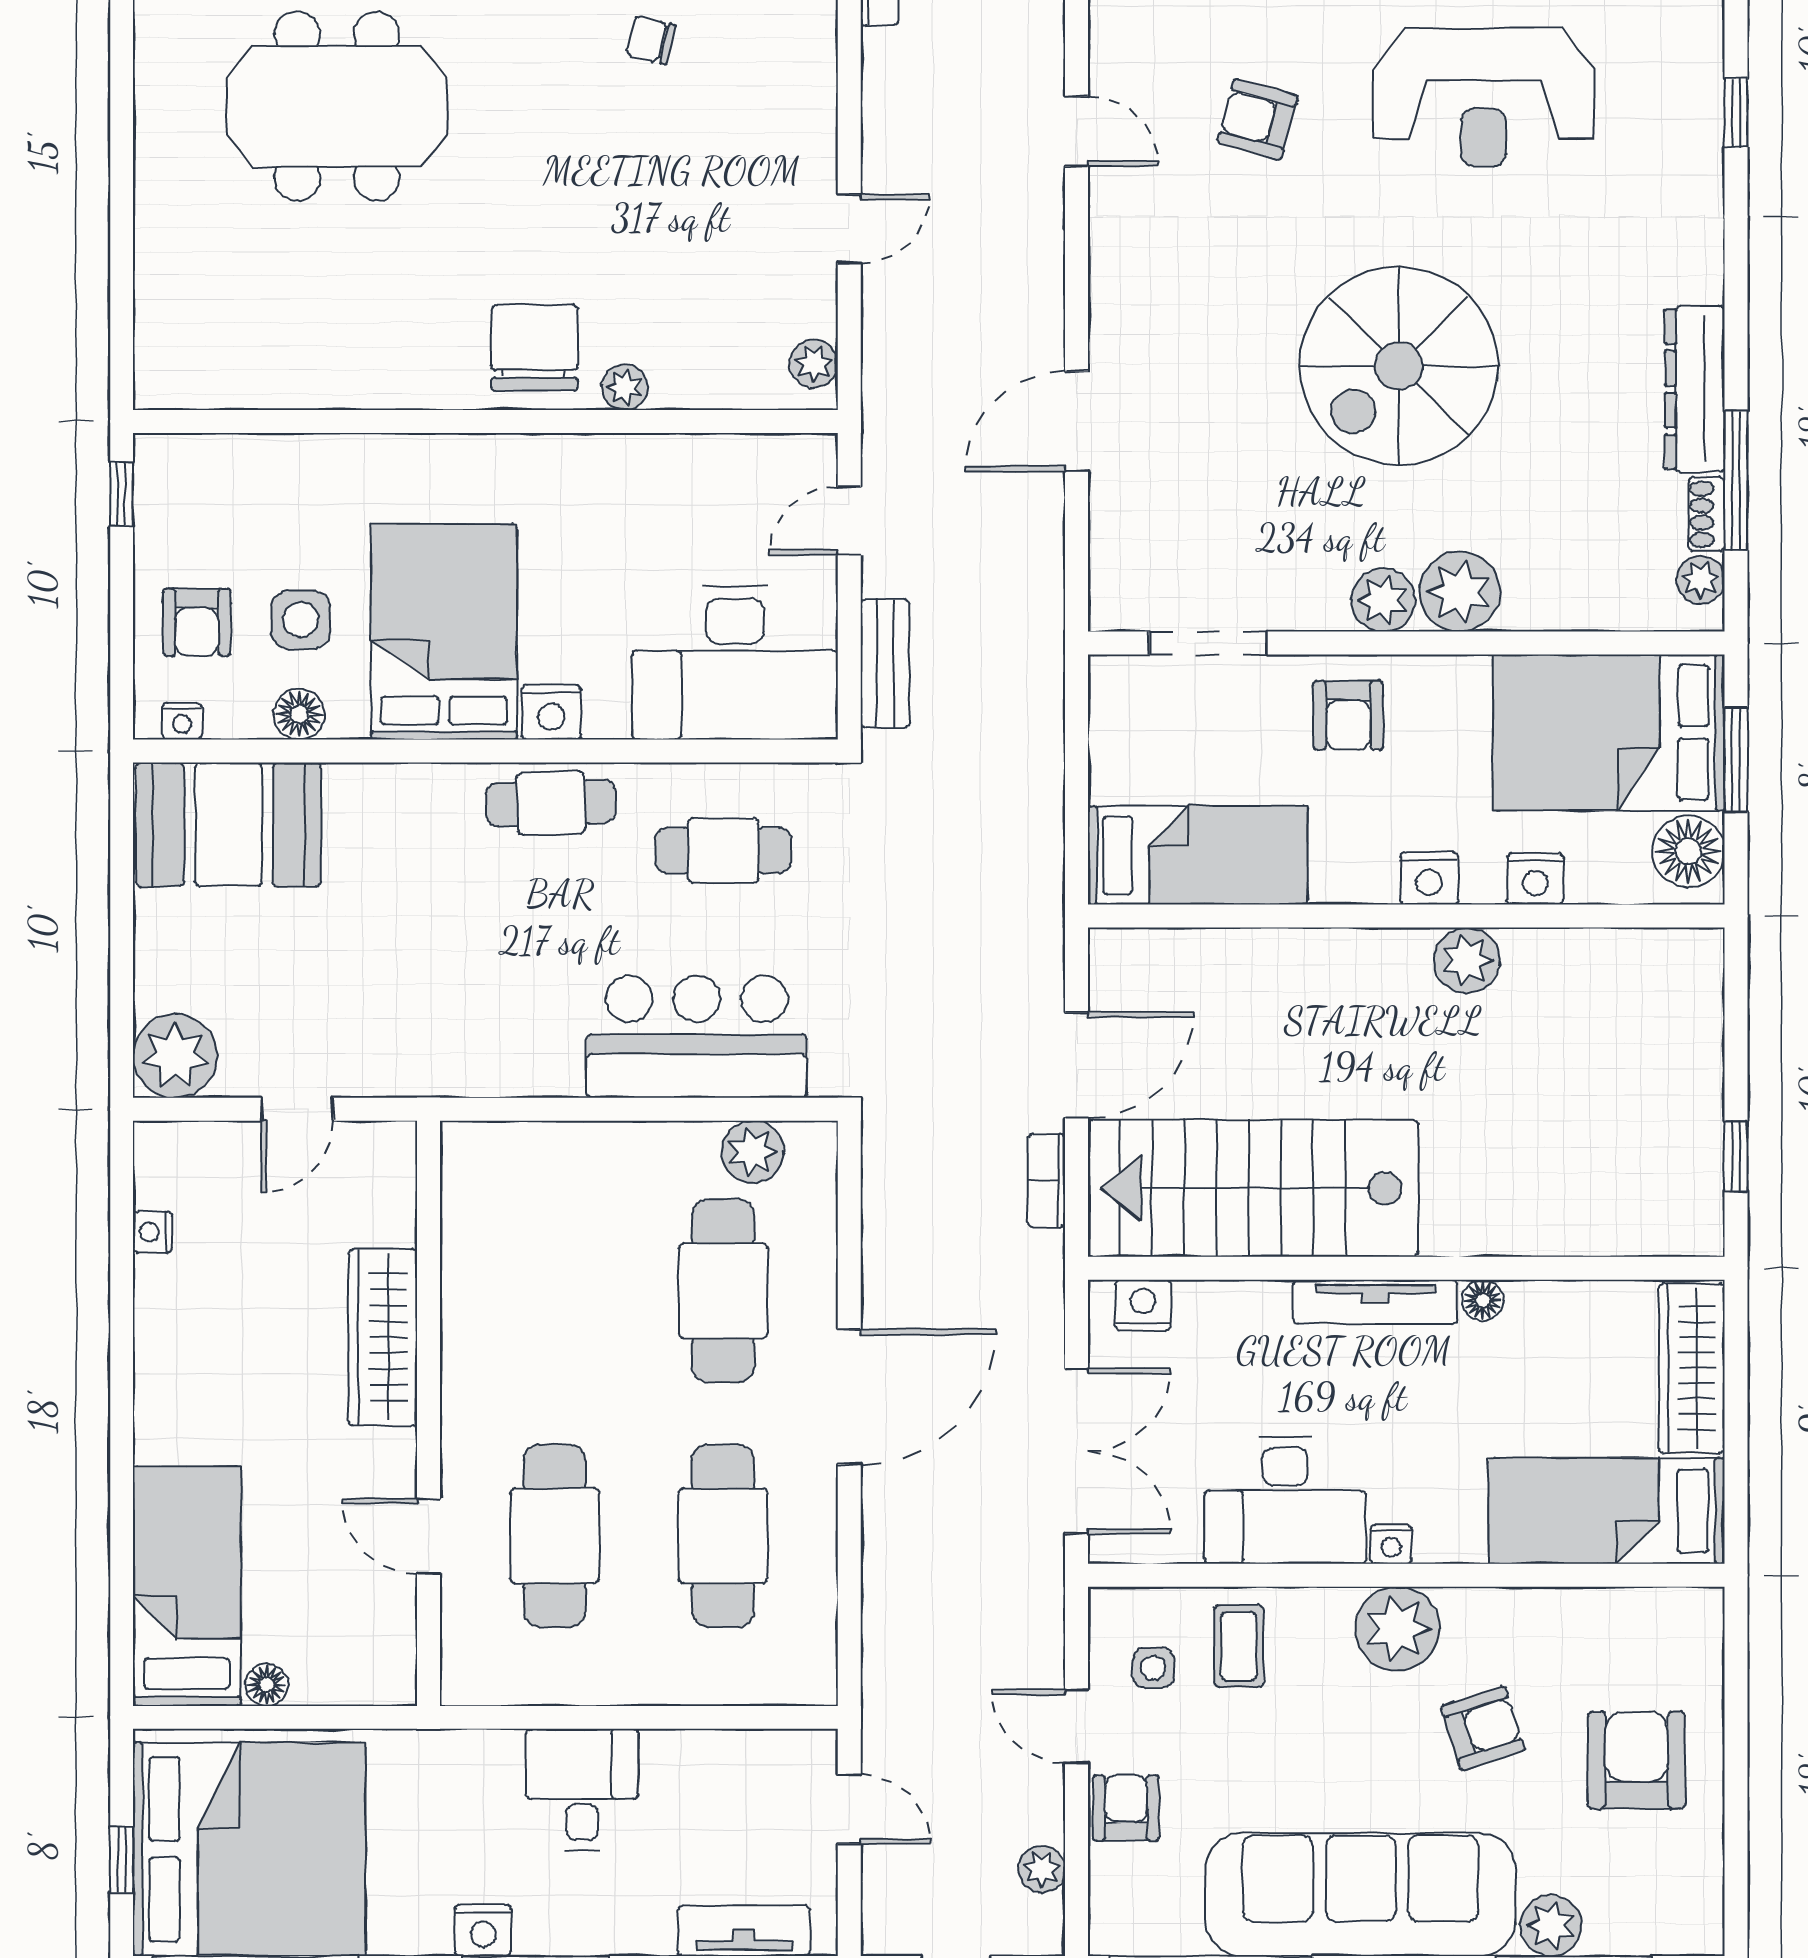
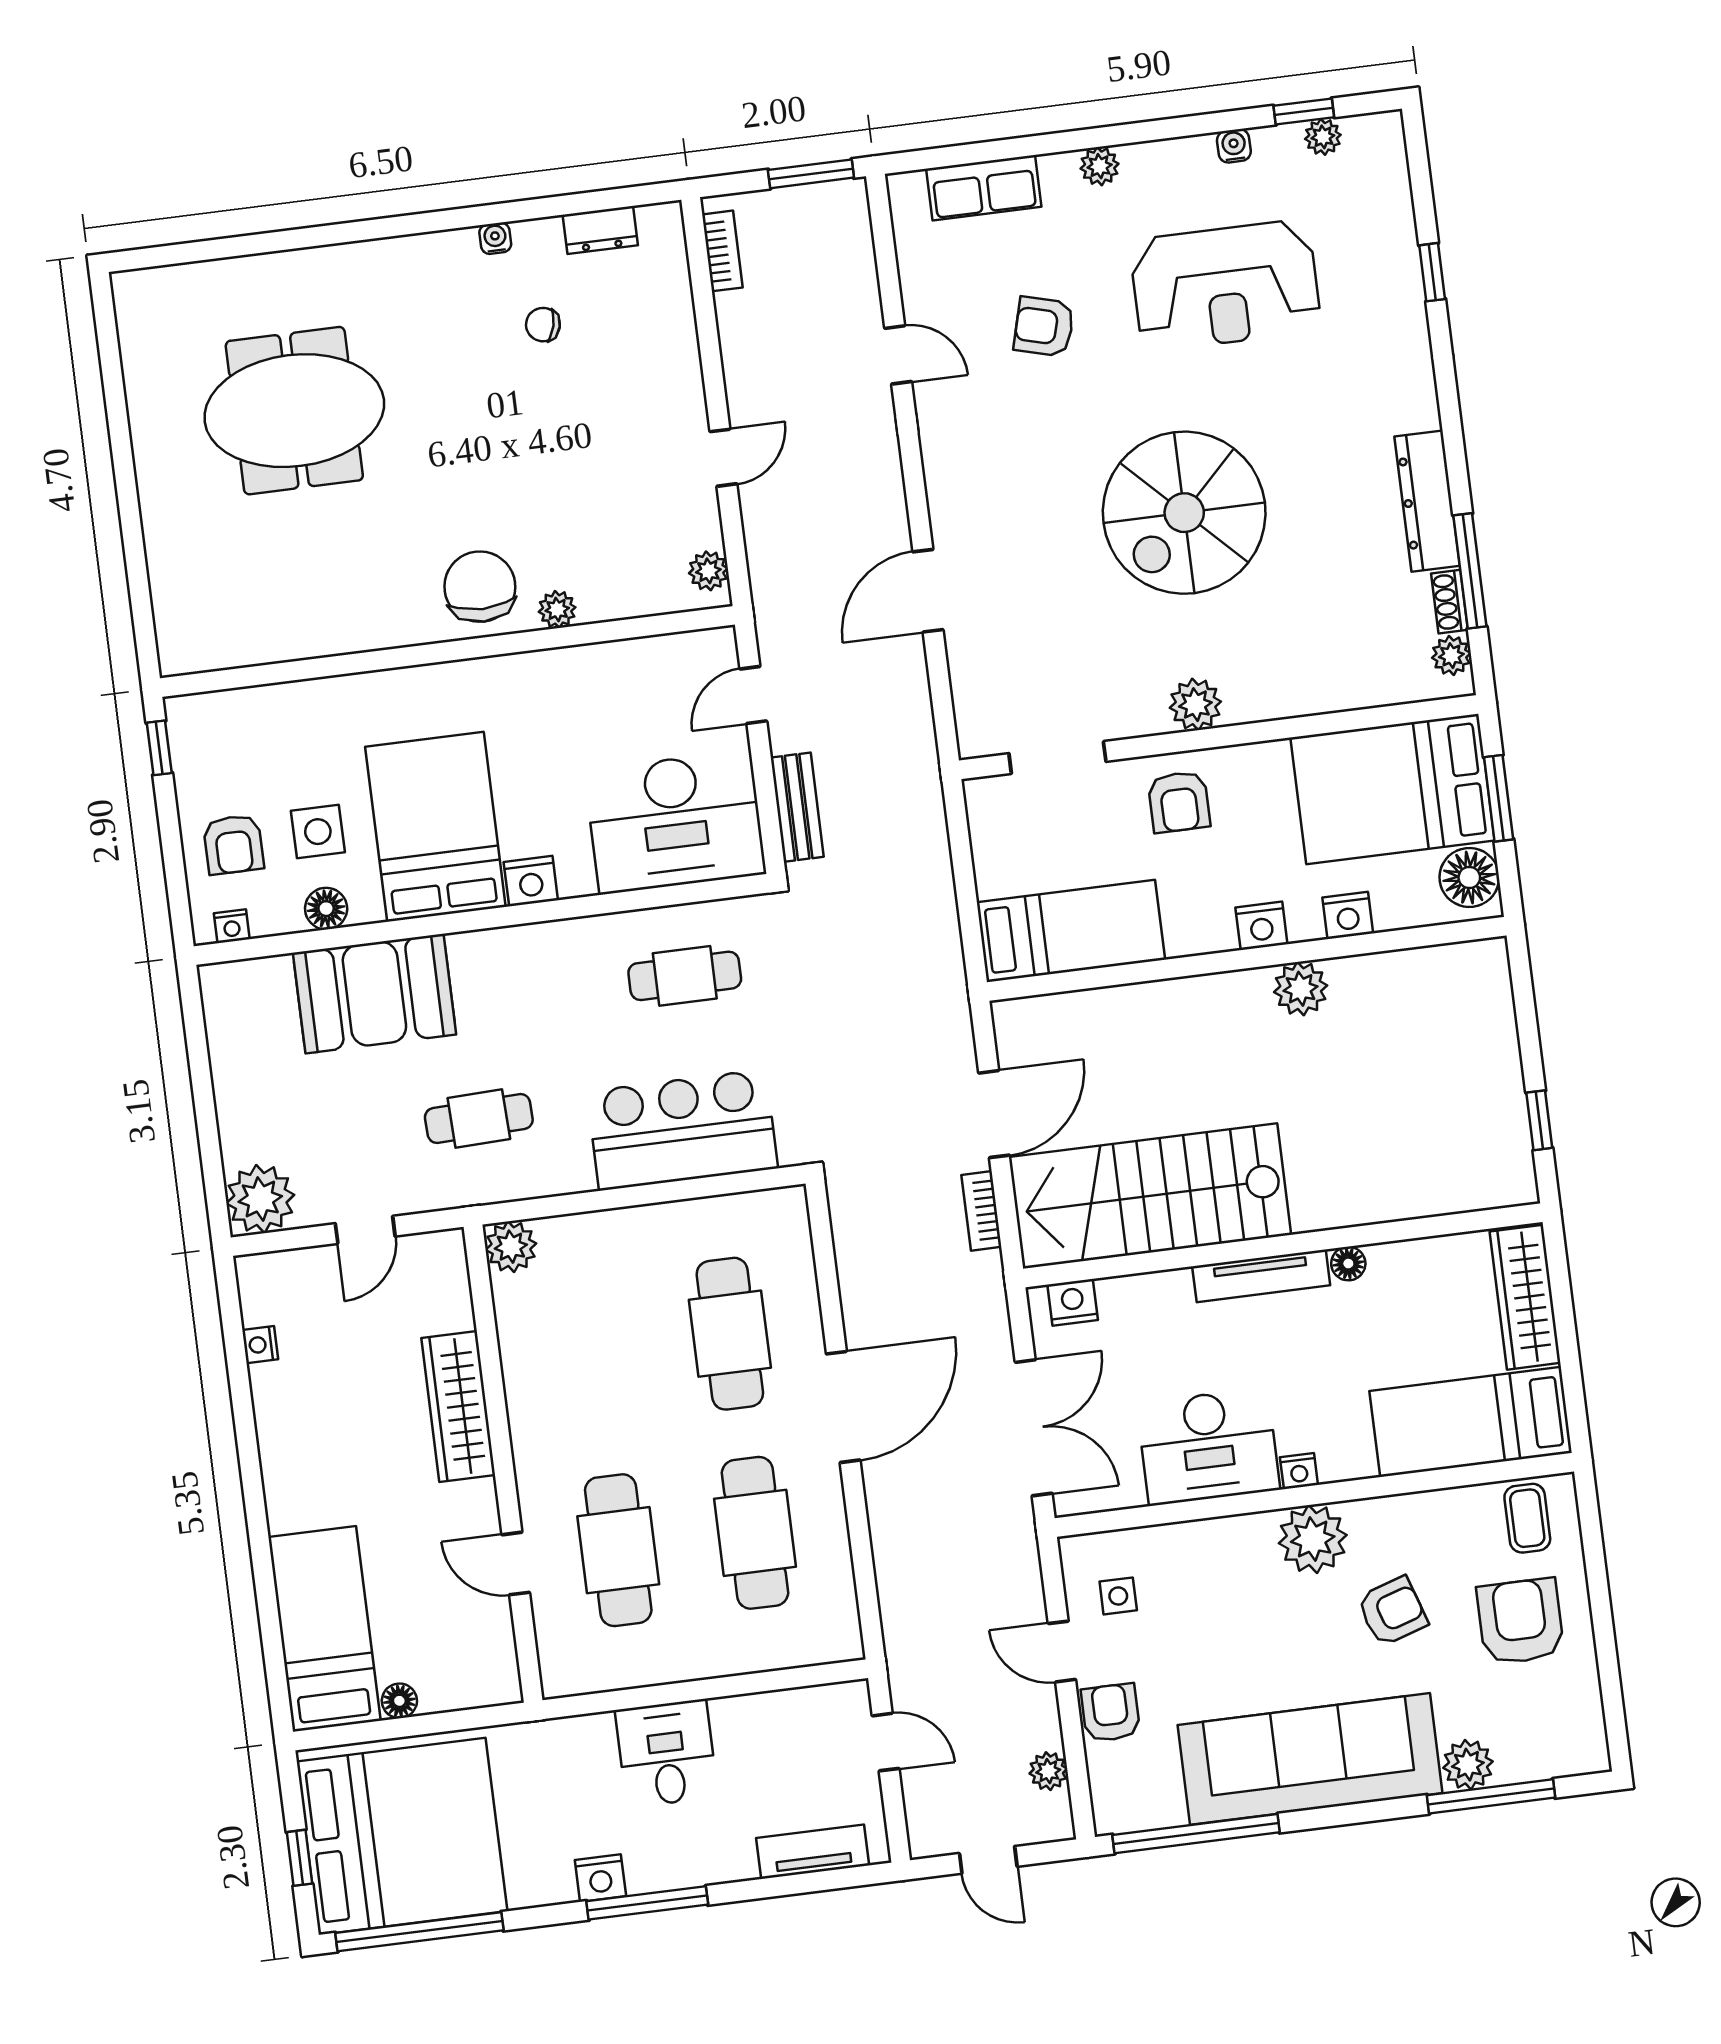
plant: (1459, 592) -> (1257, 690), removed
cafe table: (551, 803) -> (479, 1118), moved
booth: (228, 825) -> (374, 994), moved
plant: (753, 1152) -> (511, 1247), moved
coffee table: (1239, 1646) -> (1527, 1518), moved

